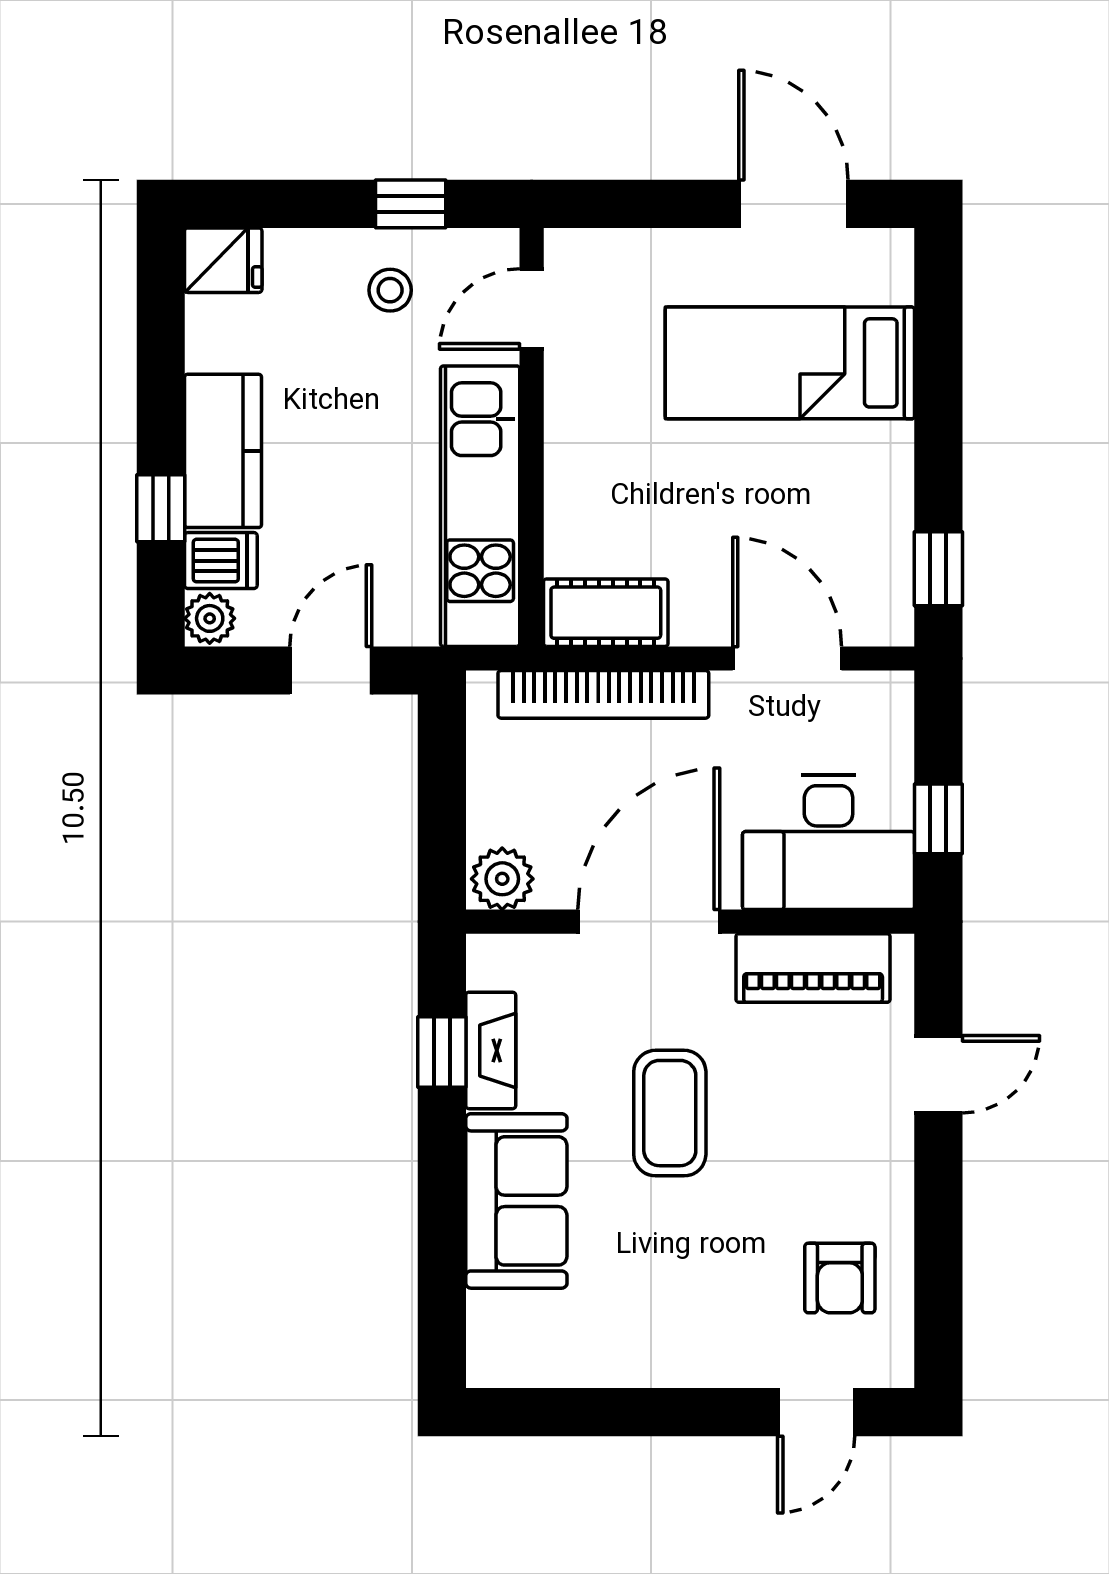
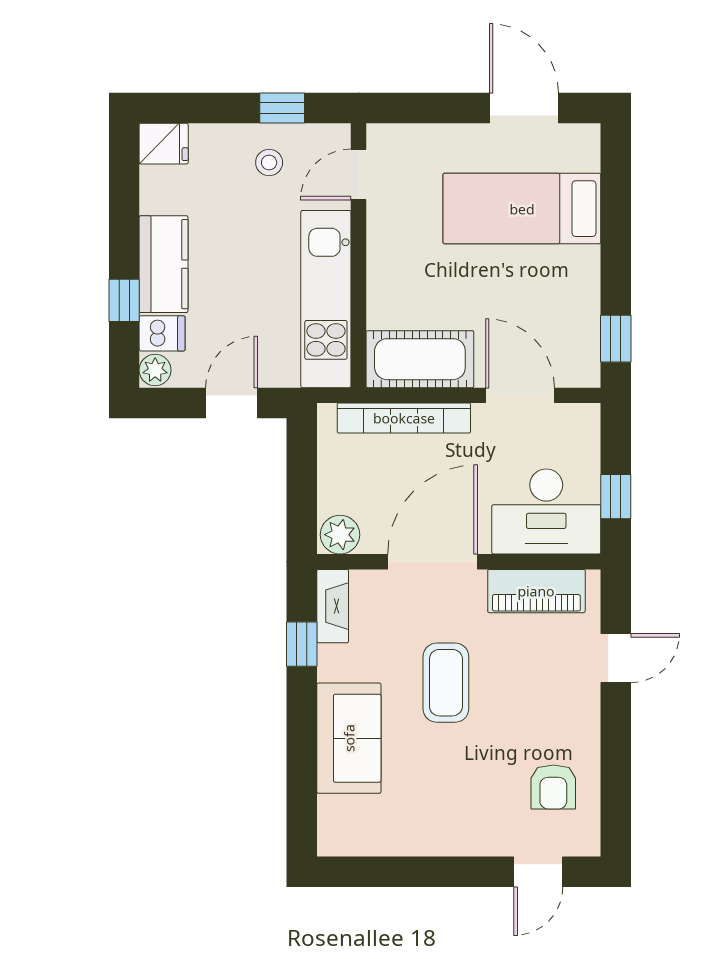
cot: (606, 613) -> (420, 359), width x1.37, depth x1.34
fireplace: (491, 1050) -> (333, 606), moved

